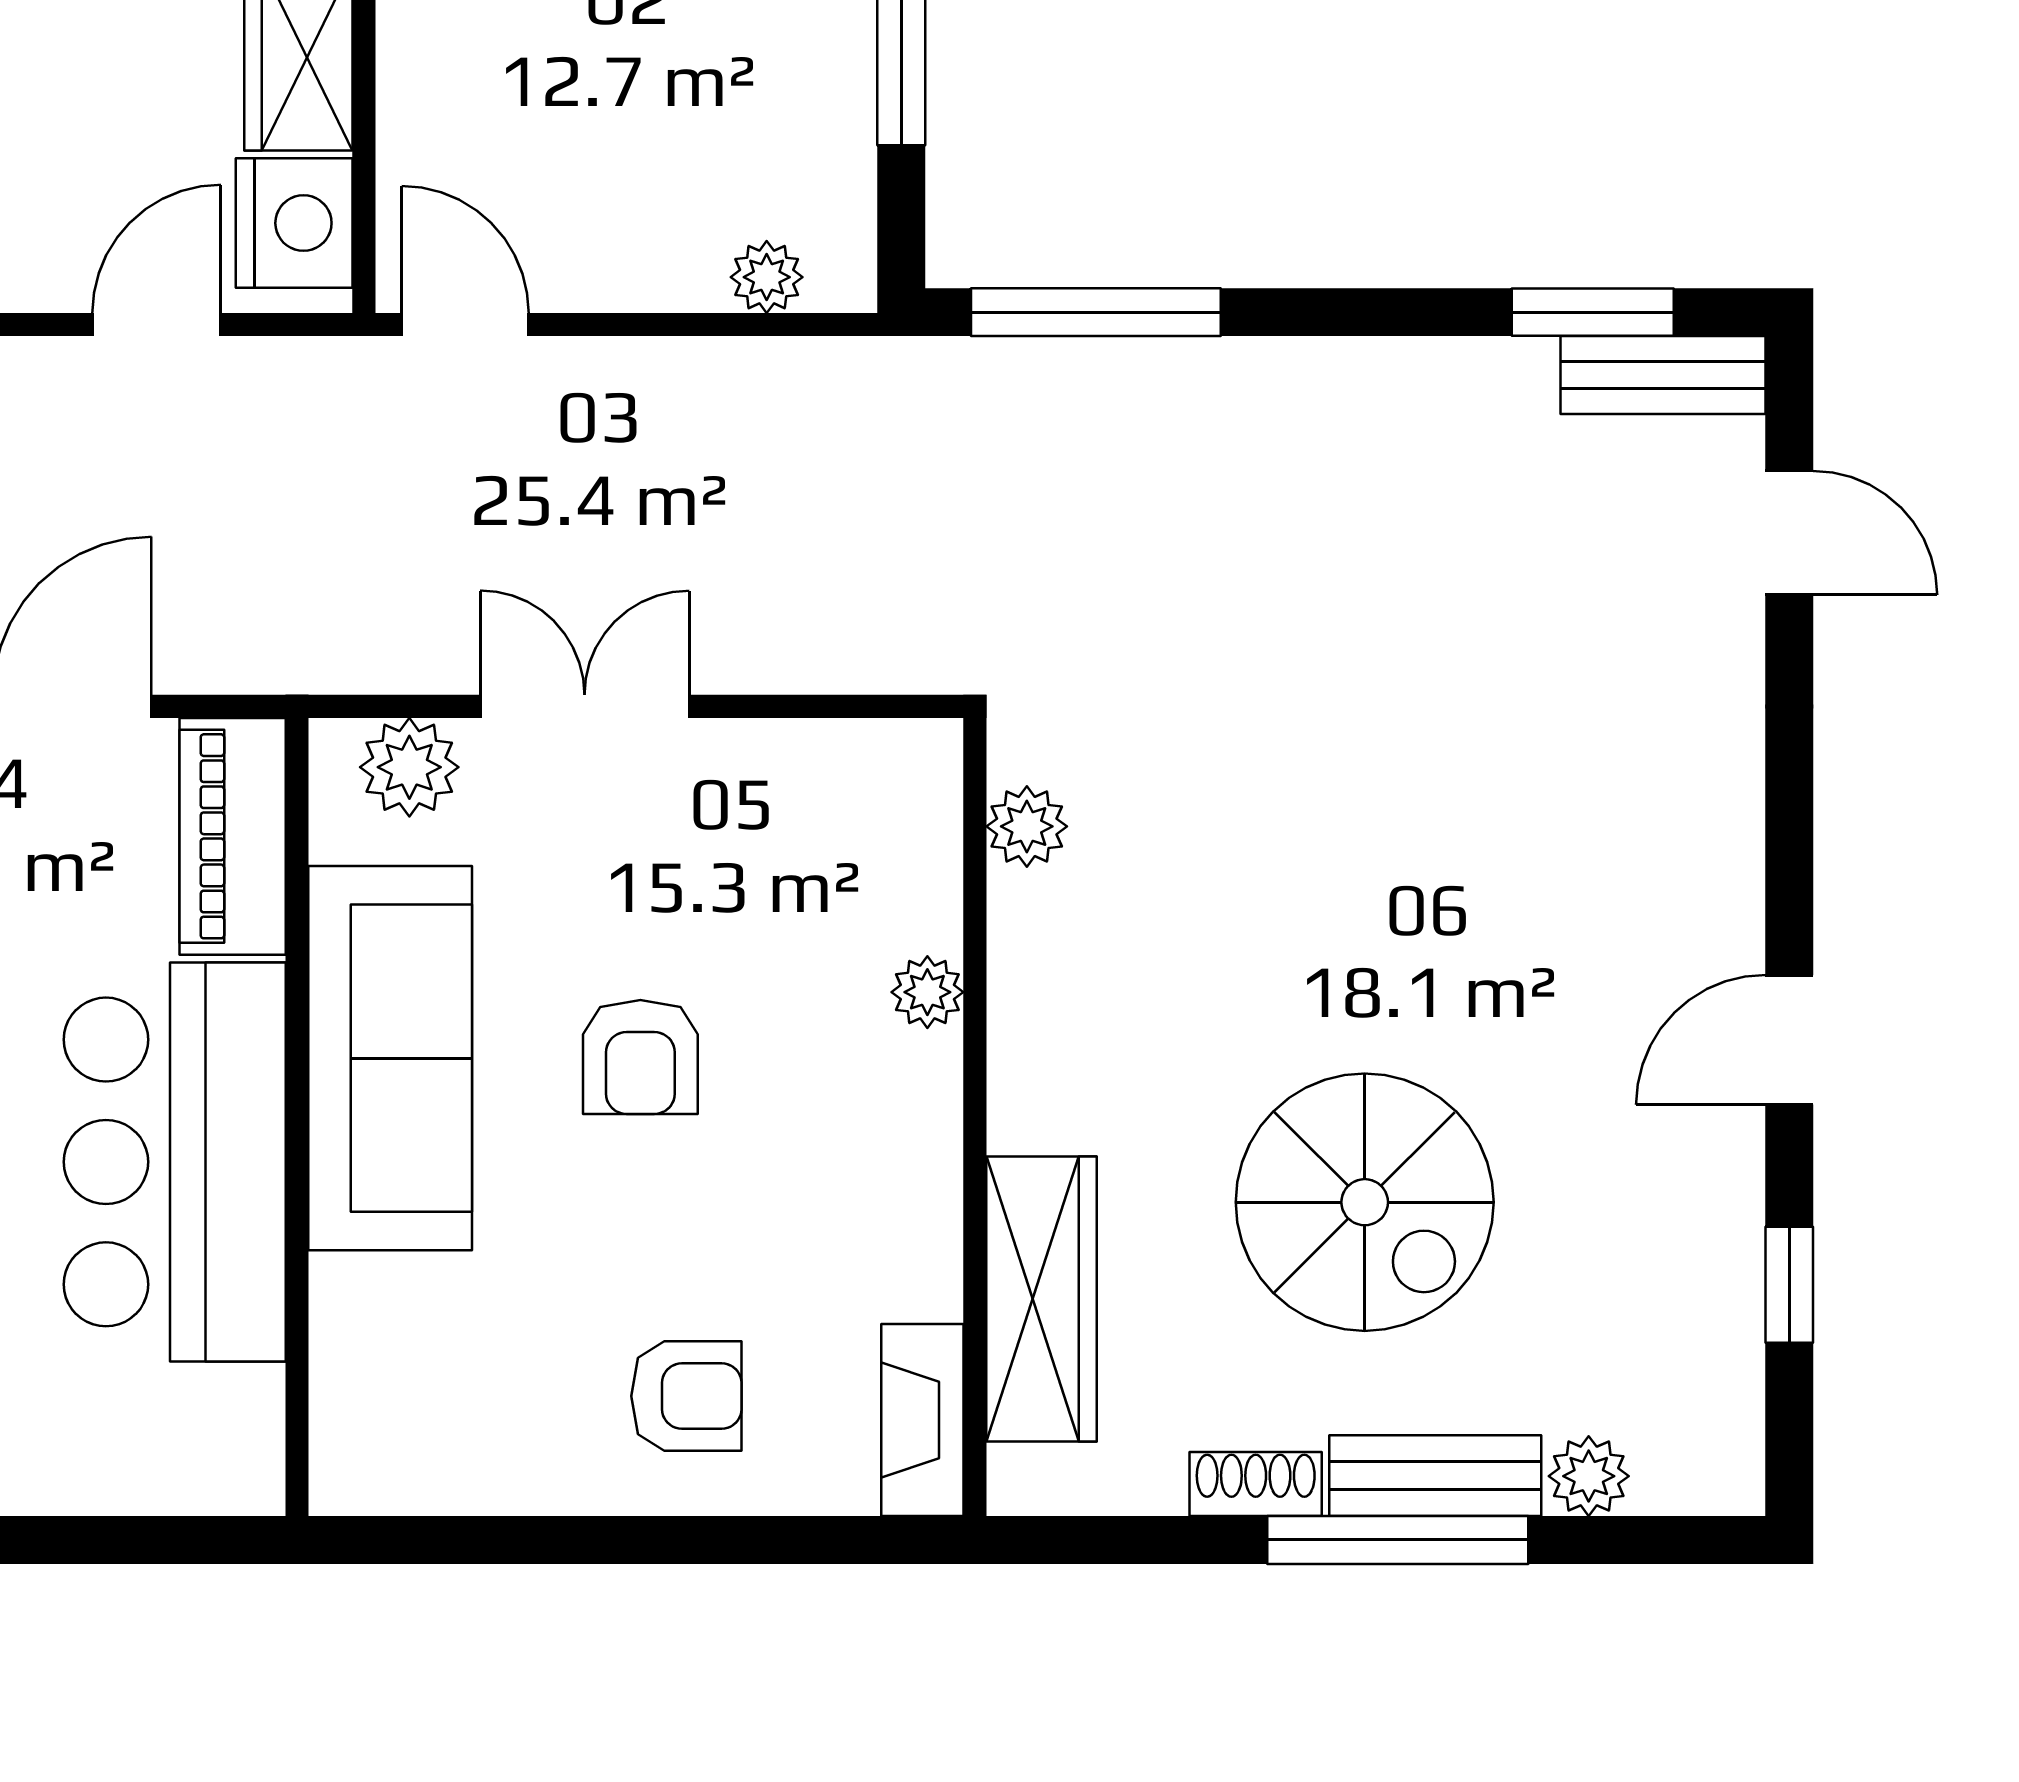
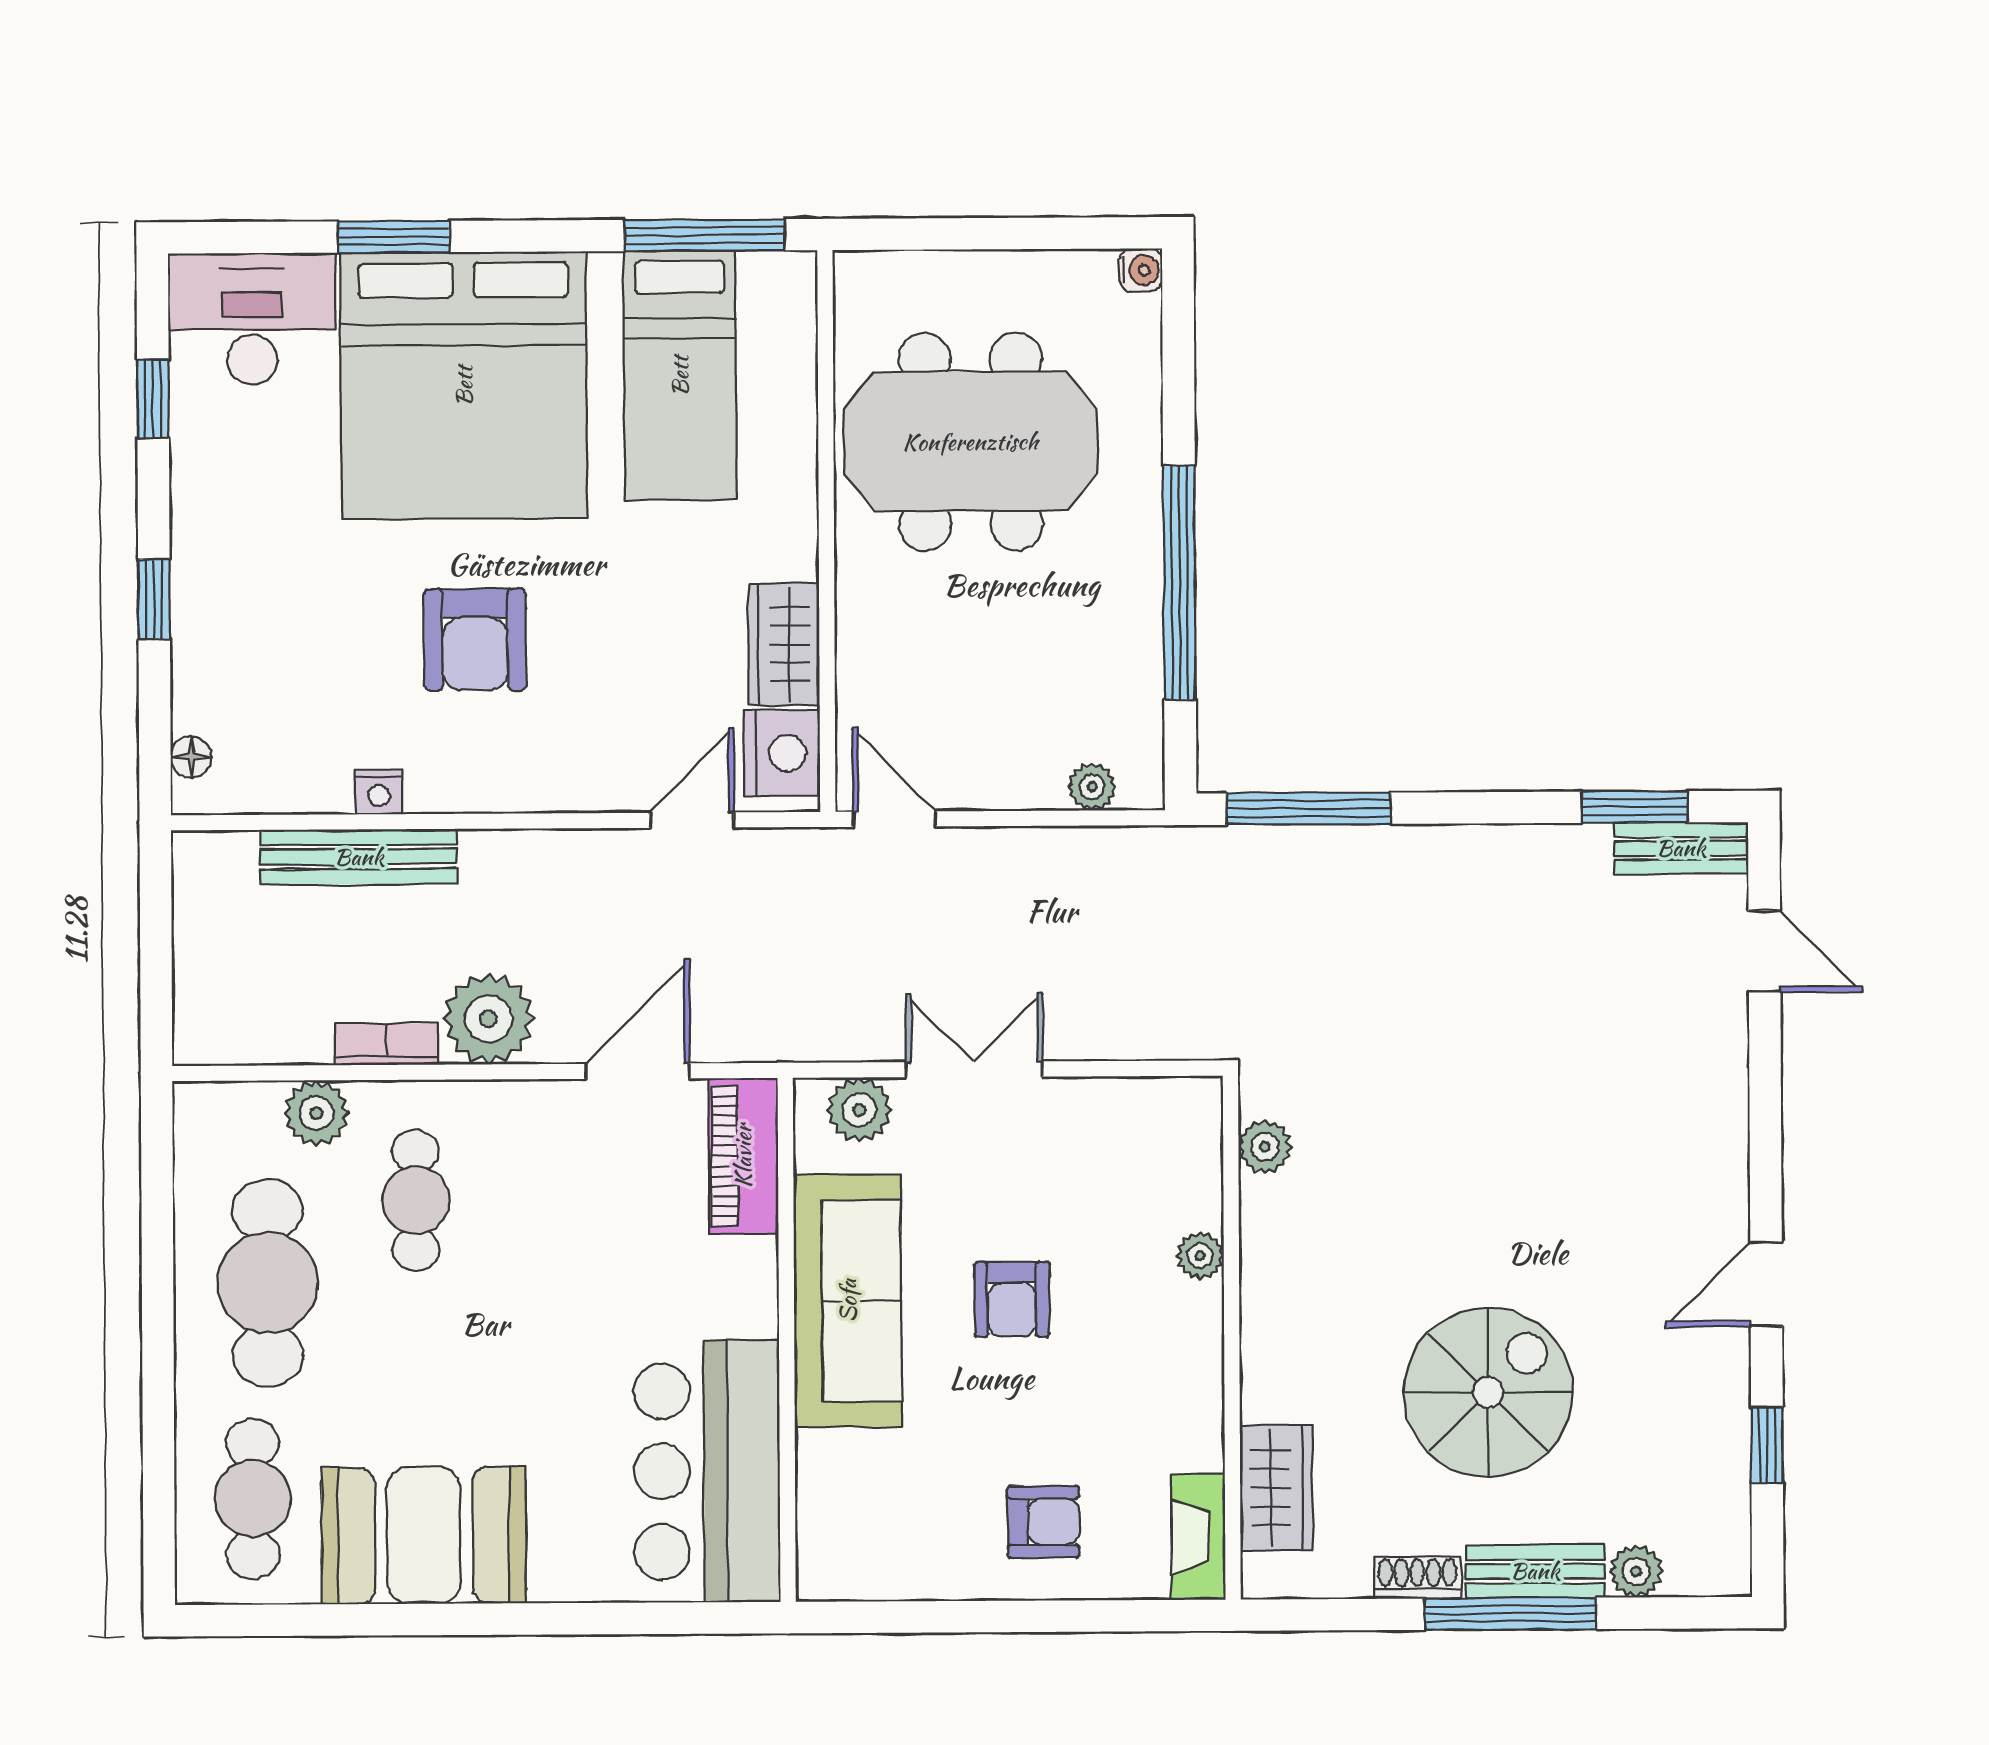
bar counter: (175, 1162) -> (707, 1471), moved
spiral stairs: (1365, 1202) -> (1488, 1392), turned -90
wardrobe: (1041, 1299) -> (1276, 1488), width x0.67

